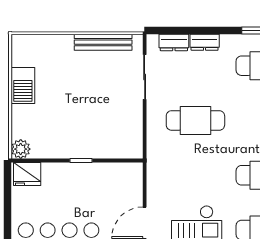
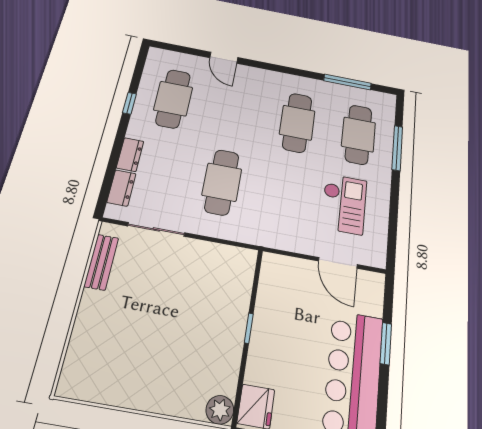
bench: (103, 42) -> (101, 262), width x0.73
barbecue: (23, 86) -> (131, 391), removed

